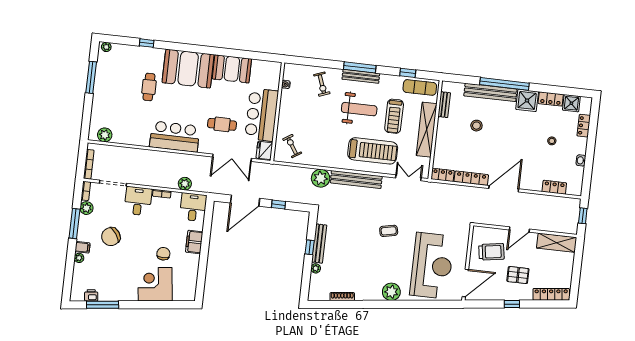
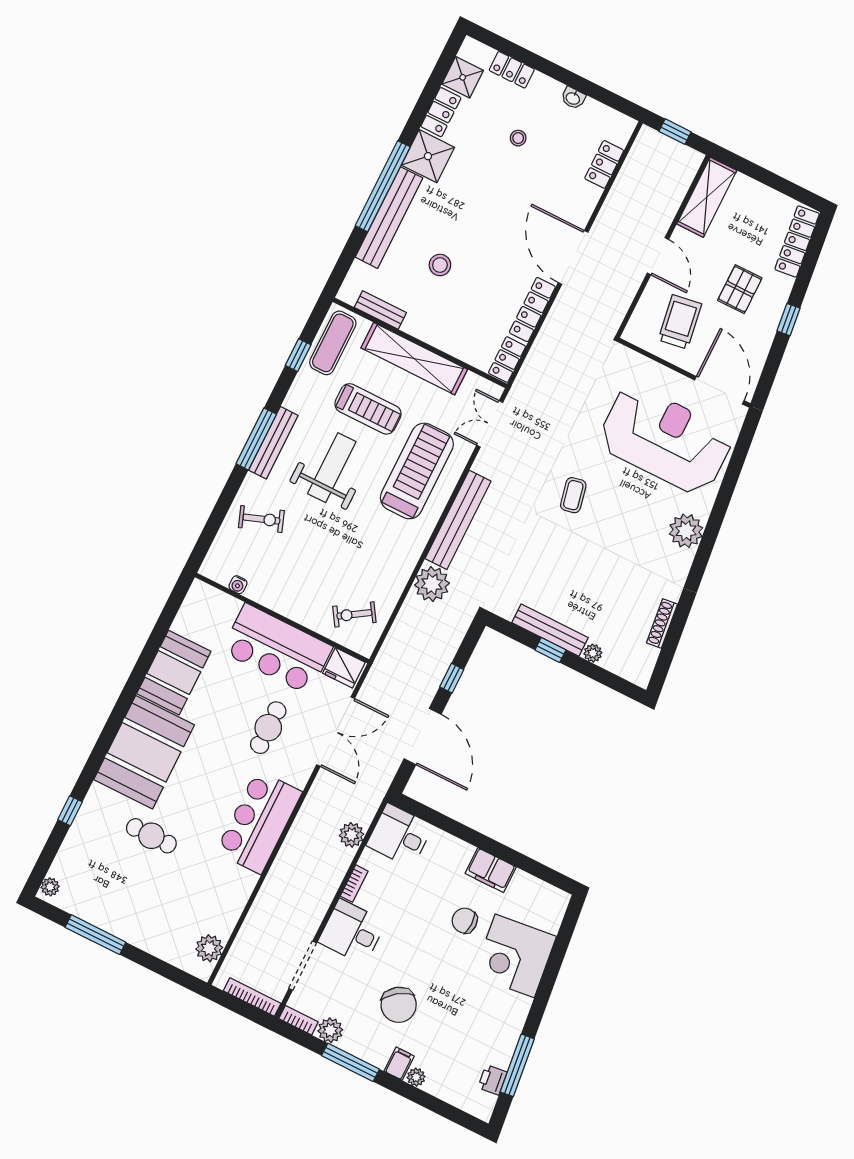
filing cabinet: (194, 242) -> (491, 870), moved

